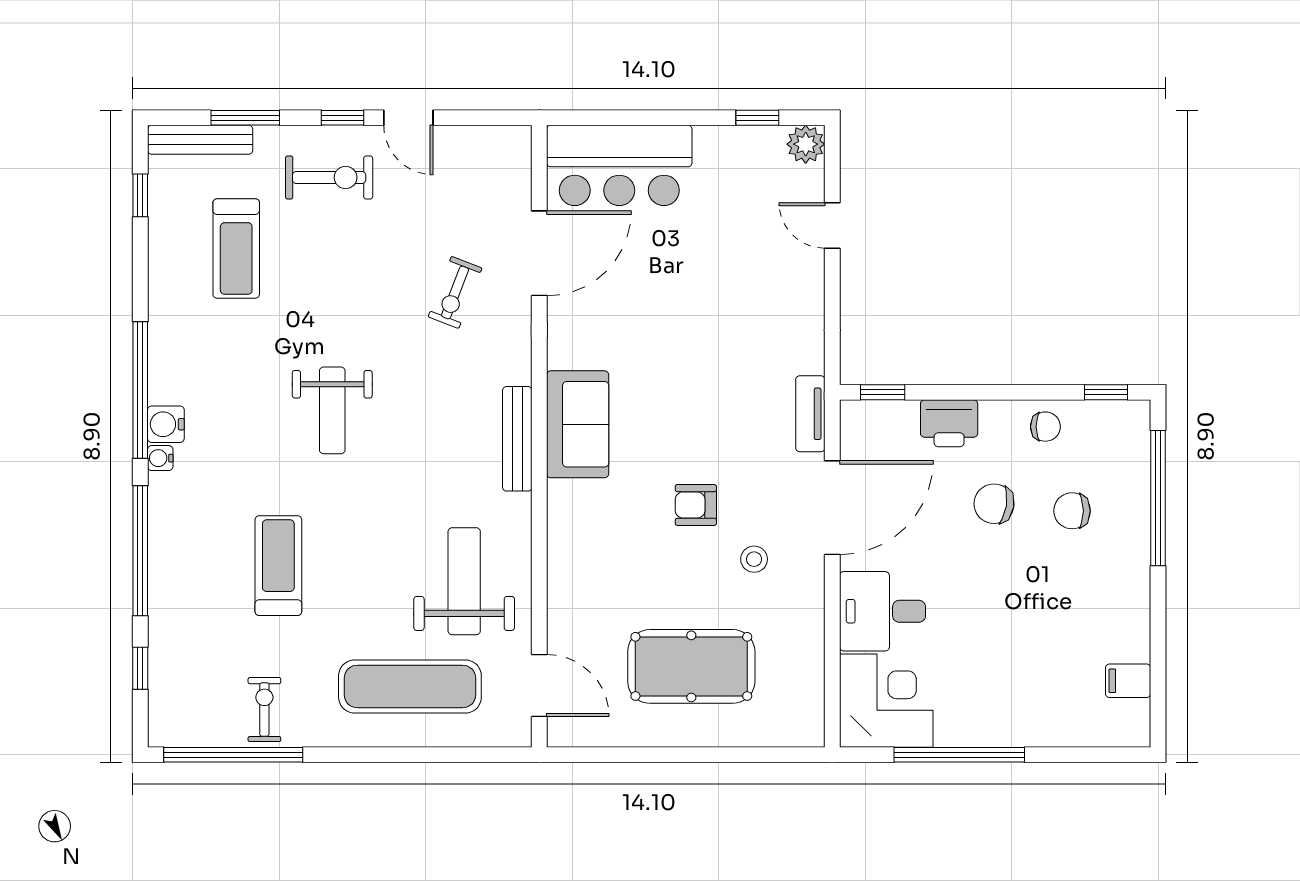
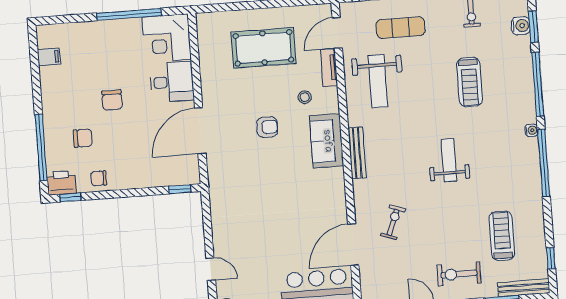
tv unit: (810, 414) -> (329, 68), moved, turned 180
printer: (949, 423) -> (61, 183), moved
water cooler: (166, 424) -> (521, 26), moved
sofa: (578, 424) -> (327, 141), moved
chair: (994, 504) -> (112, 100), moved, turned 81
stool: (754, 559) -> (305, 97), moved
window: (140, 668) -> (533, 27), width x1.50
exercise mat: (410, 686) -> (401, 28), width x0.73, depth x0.69
door: (539, 686) -> (337, 33), hinge flipped

